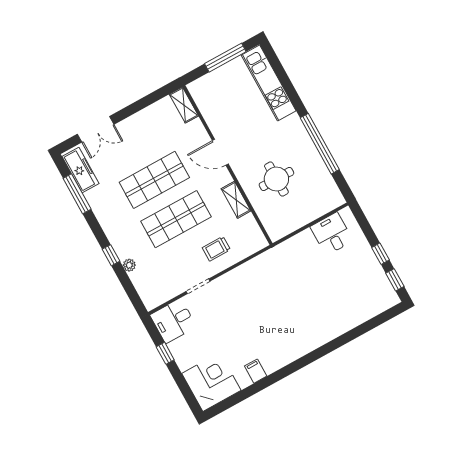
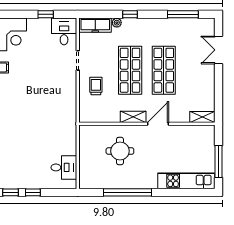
freezer: (81, 170) -> (95, 25), moved
shelving: (236, 200) -> (133, 117), moved

